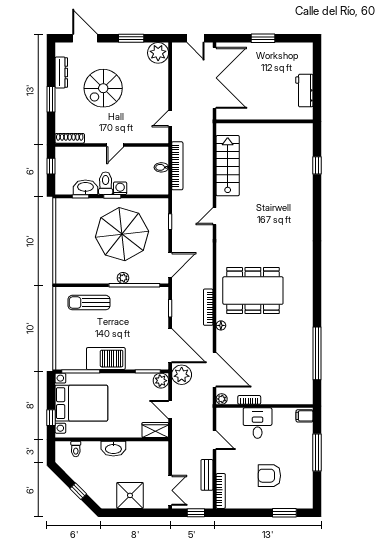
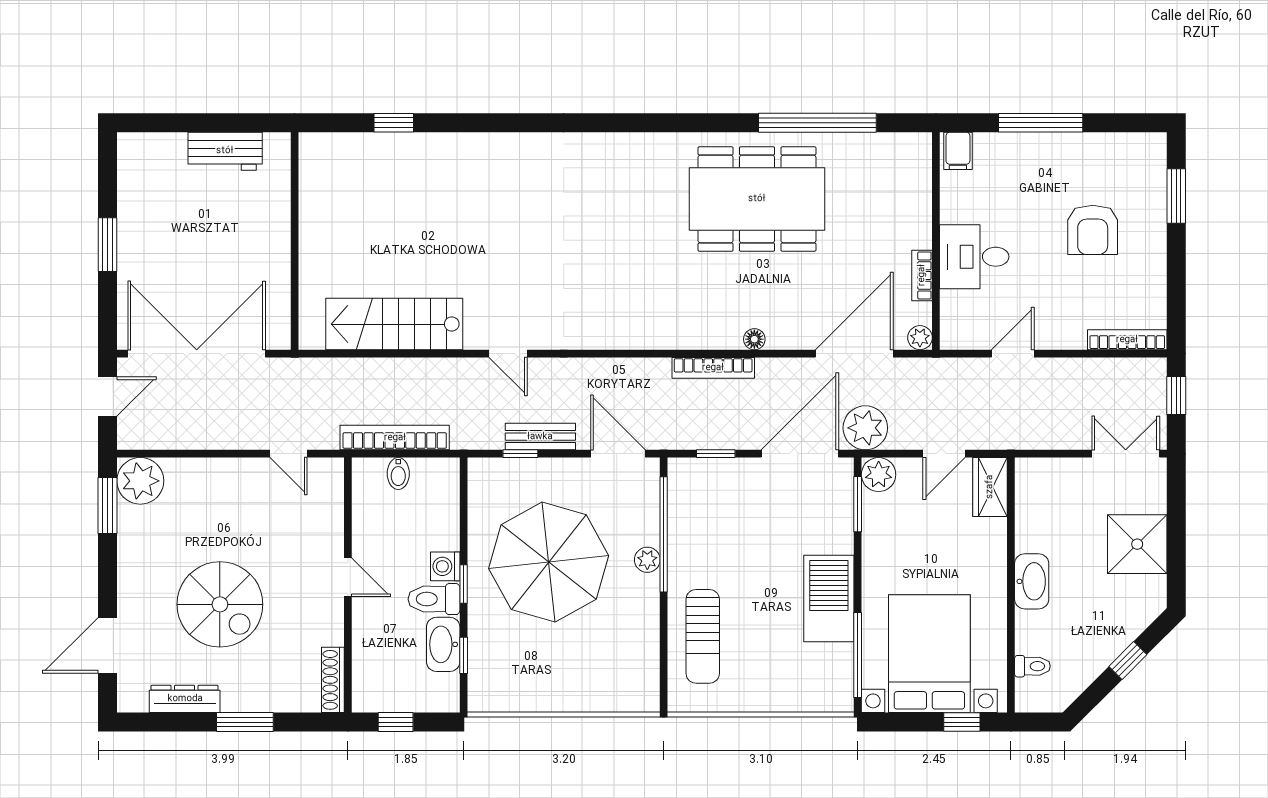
window: (131, 38) -> (107, 506), moved
dining table: (253, 291) -> (757, 199), moved, turned 90
bench: (207, 475) -> (540, 437), moved

